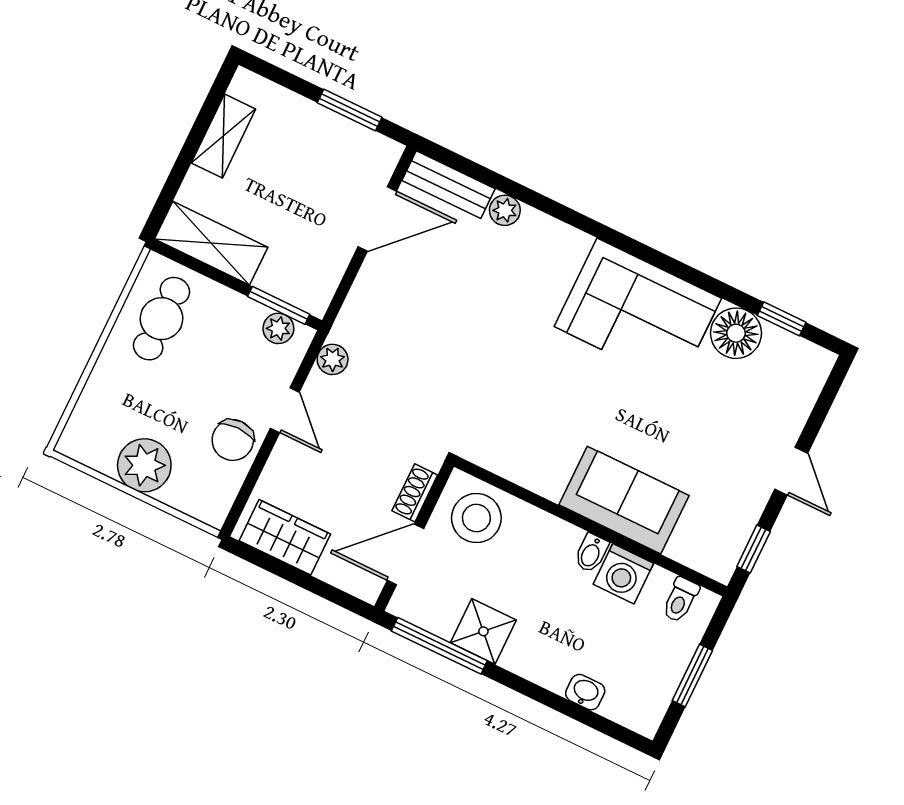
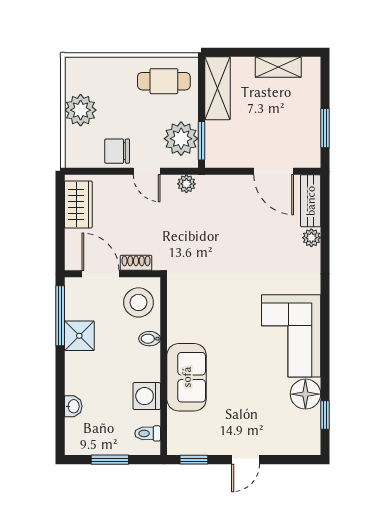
plant: (278, 328) -> (181, 139), width x1.87, depth x1.87
door: (285, 410) -> (147, 171), hinge flipped
bidet: (591, 553) -> (150, 339), moved

